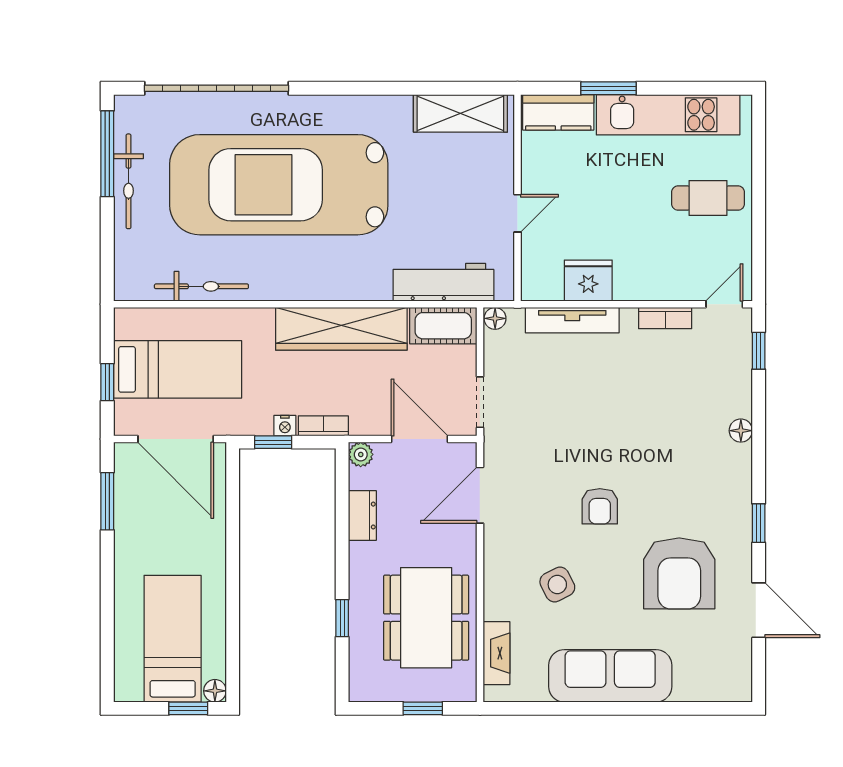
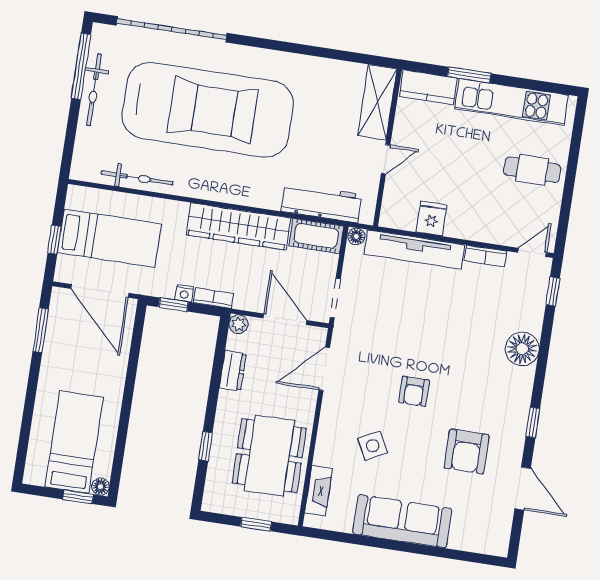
shelving: (460, 113) -> (377, 102), moved, turned 90
car: (279, 185) -> (208, 110), turned 180
fridge: (588, 281) -> (432, 219), width x0.72
tv unit: (572, 320) -> (414, 249), width x1.36, depth x1.29
floor lamp: (741, 431) -> (522, 349), width x1.89, depth x1.89
armchair: (679, 573) -> (467, 451), width x0.73, depth x0.73

